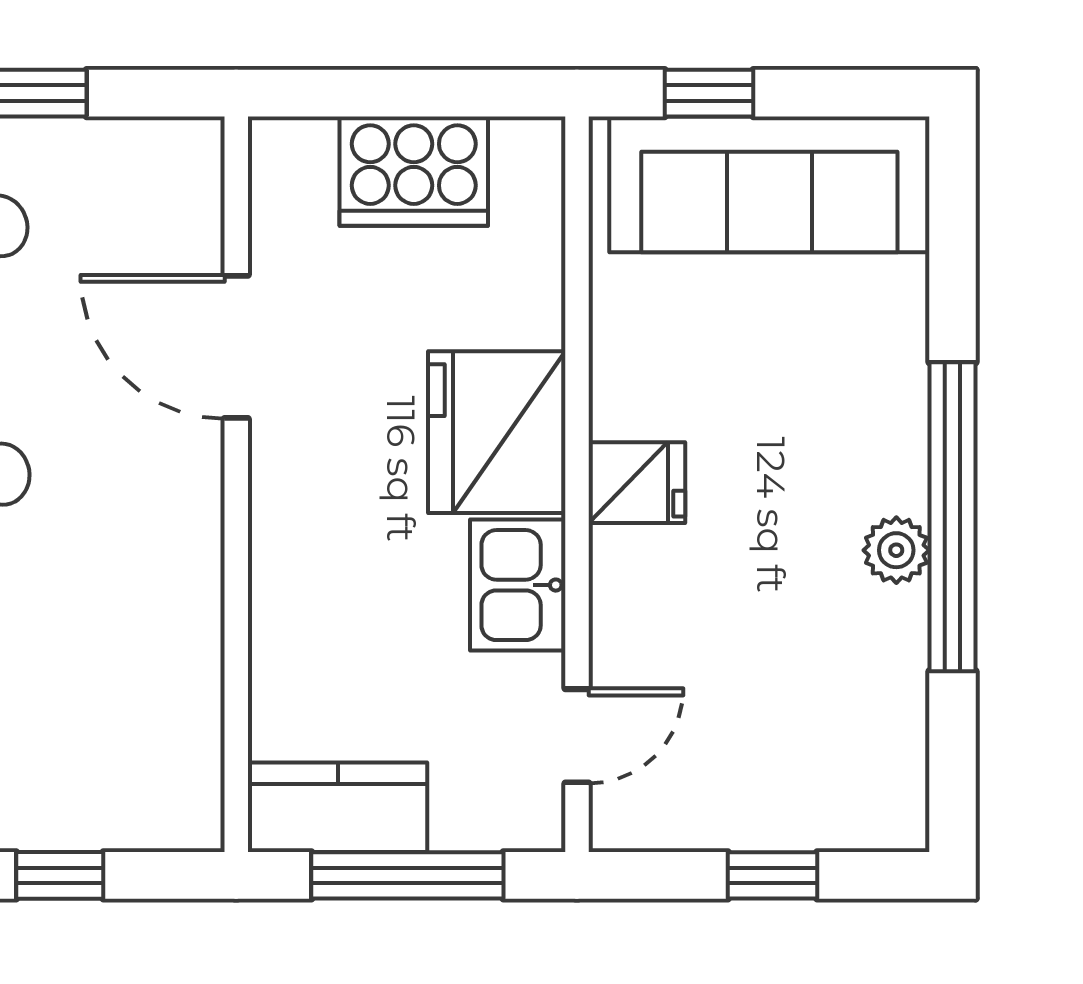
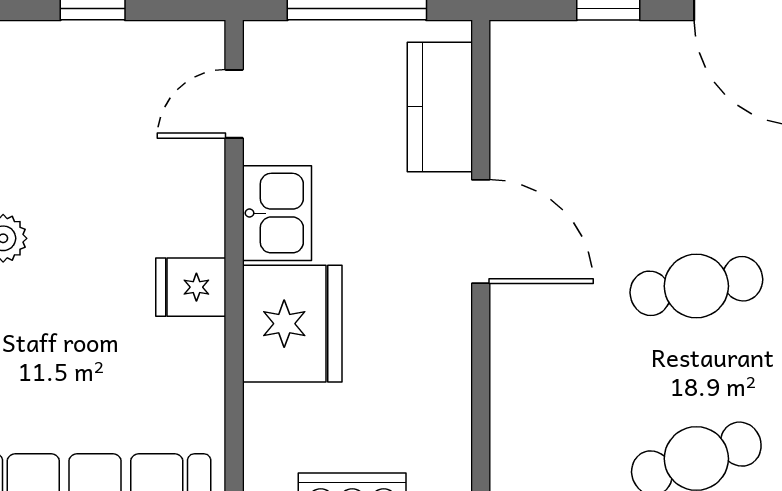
door: (236, 347) -> (481, 231), moved
kitchen counter: (338, 807) -> (440, 107), moved, turned 90

